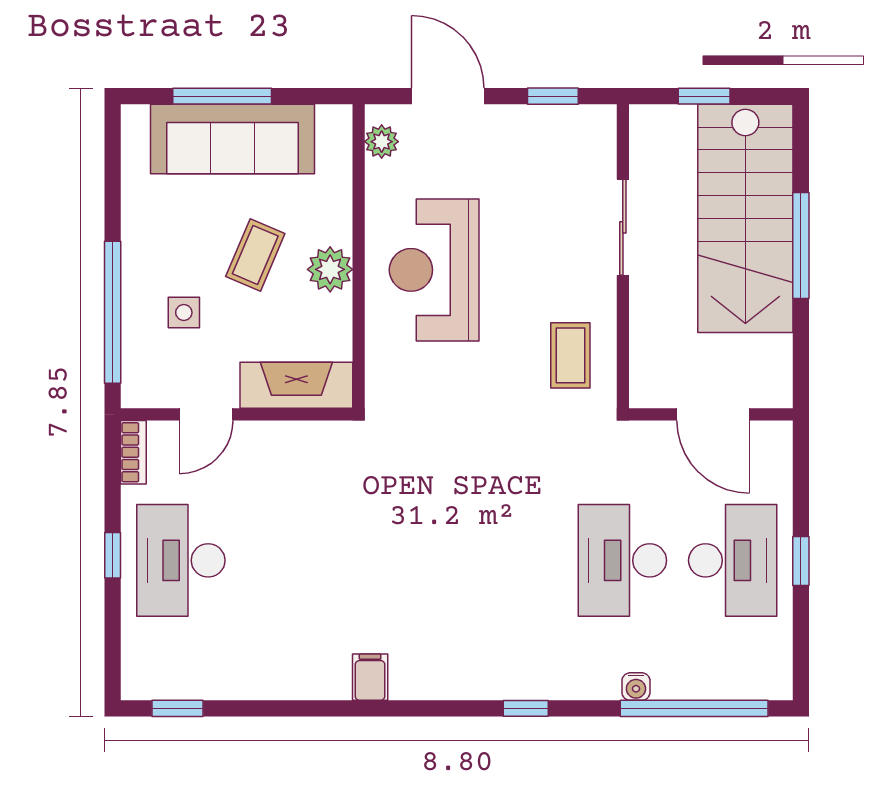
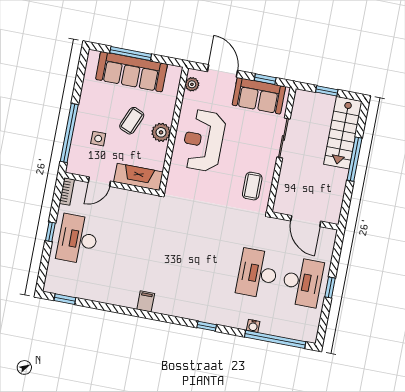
sofa: (545, 138) -> (259, 96), added
stairs: (745, 218) -> (343, 133), width x0.73, depth x0.66

